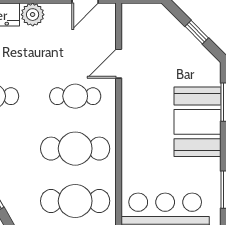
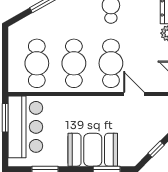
cafe table: (75, 96) -> (111, 63), width x1.37, depth x1.35

